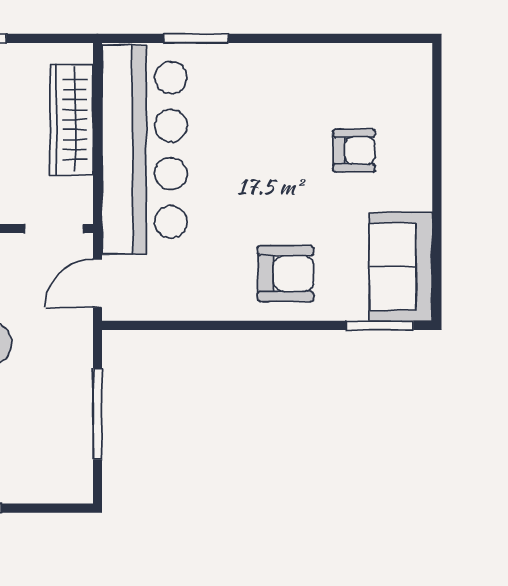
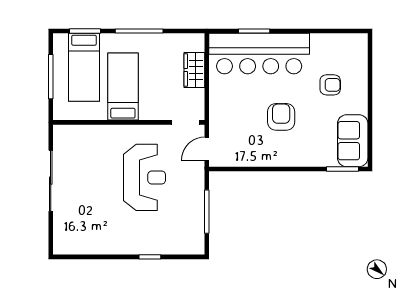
wardrobe: (72, 120) -> (194, 70), width x0.67
bar counter: (145, 150) -> (259, 54), moved, turned 90
armchair: (286, 274) -> (281, 117), moved, turned -90

